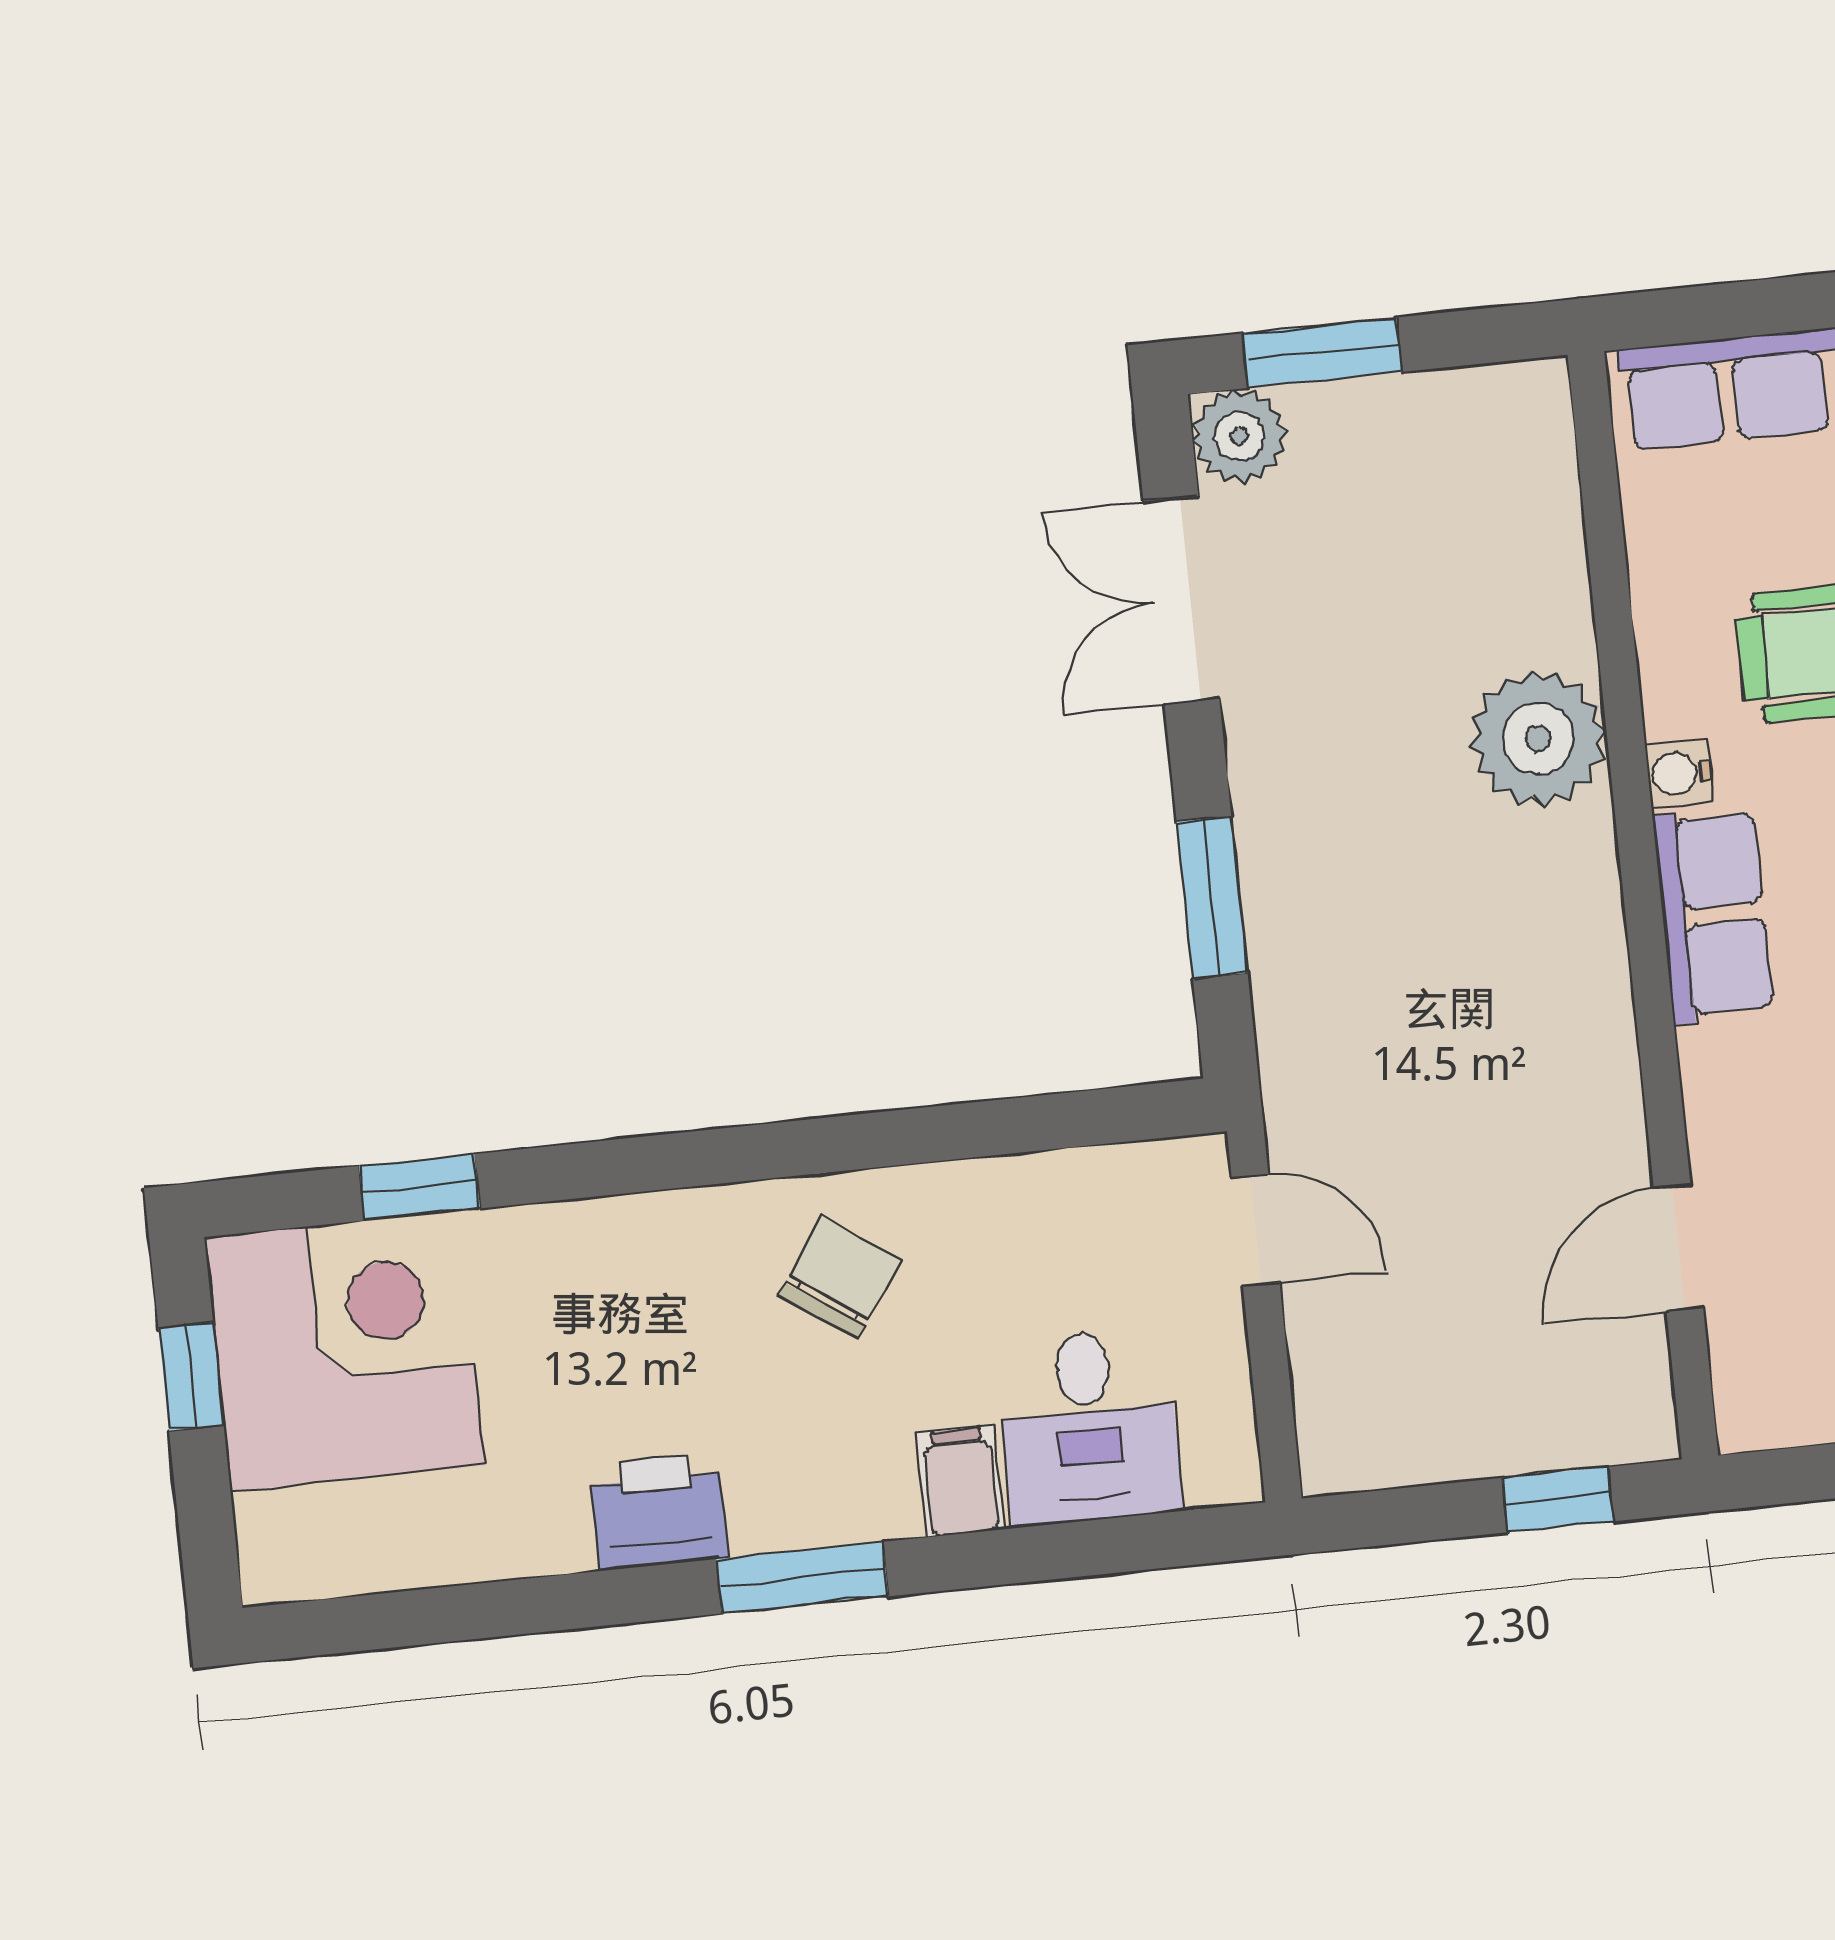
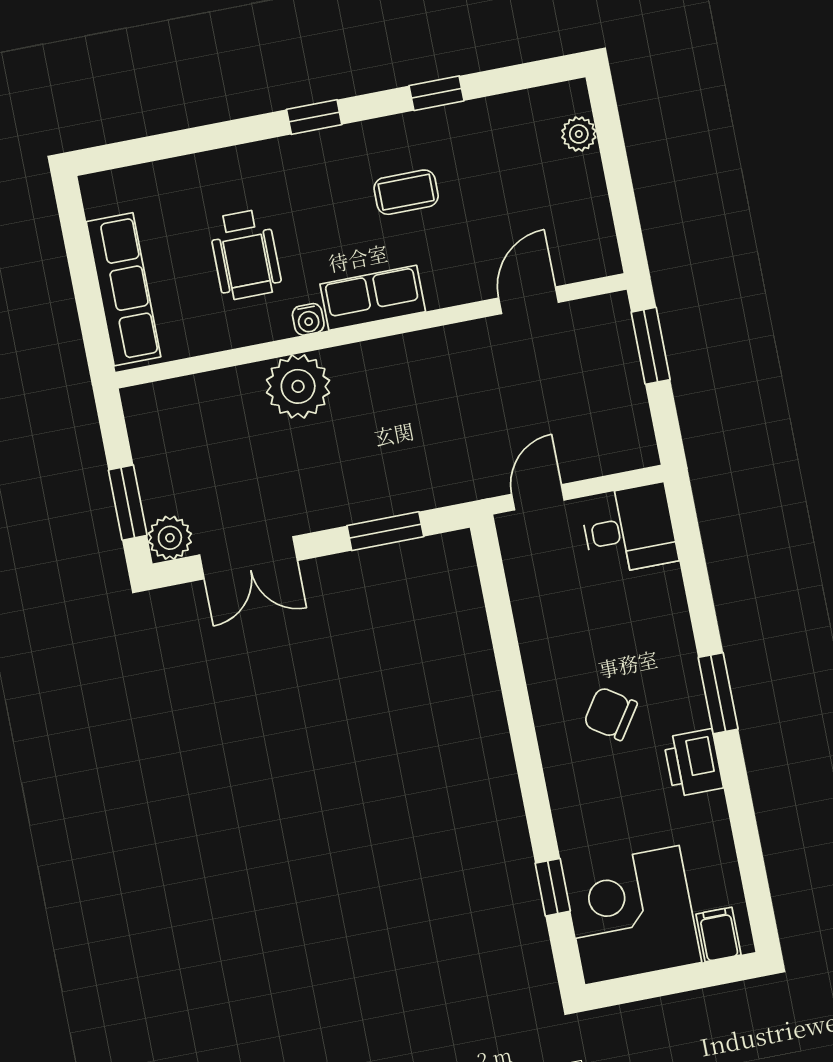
door: (1678, 1247) -> (528, 300), swing flipped
chair: (840, 1277) -> (610, 714), moved
window: (191, 1377) -> (650, 985), removed
desk: (1089, 1427) -> (629, 529), moved
filing cabinet: (961, 1481) -> (719, 934), moved, turned 90
window: (1558, 1500) -> (651, 346), width x1.50

